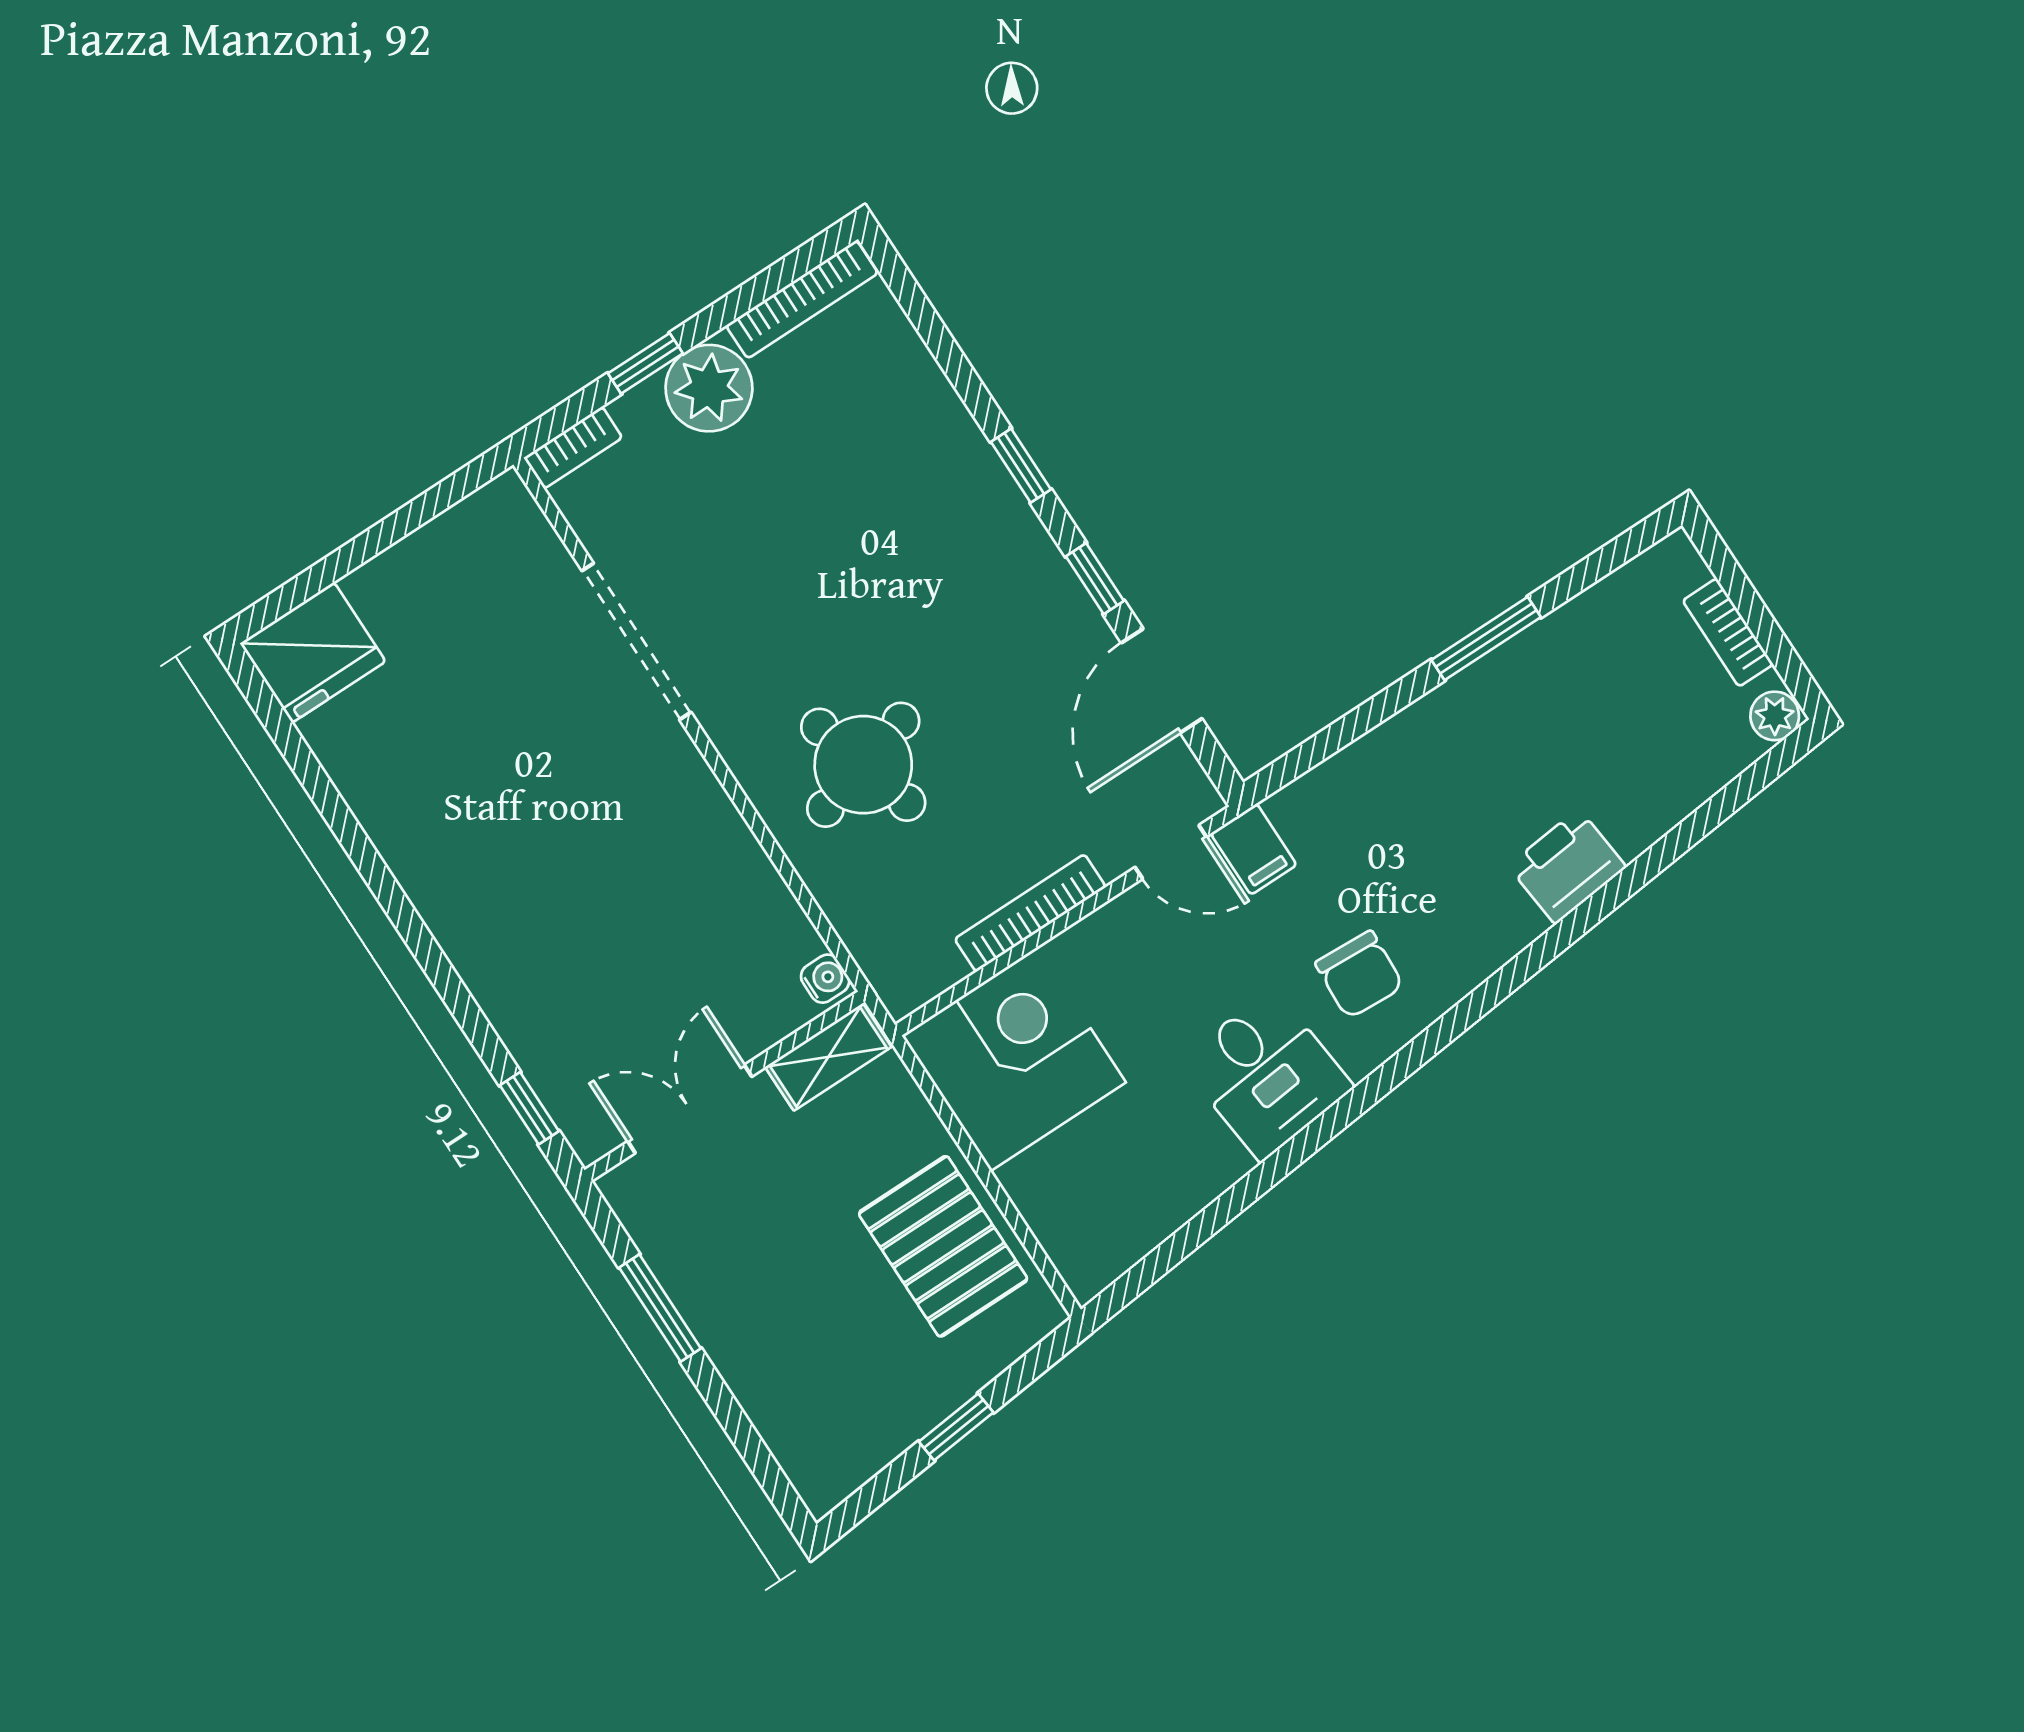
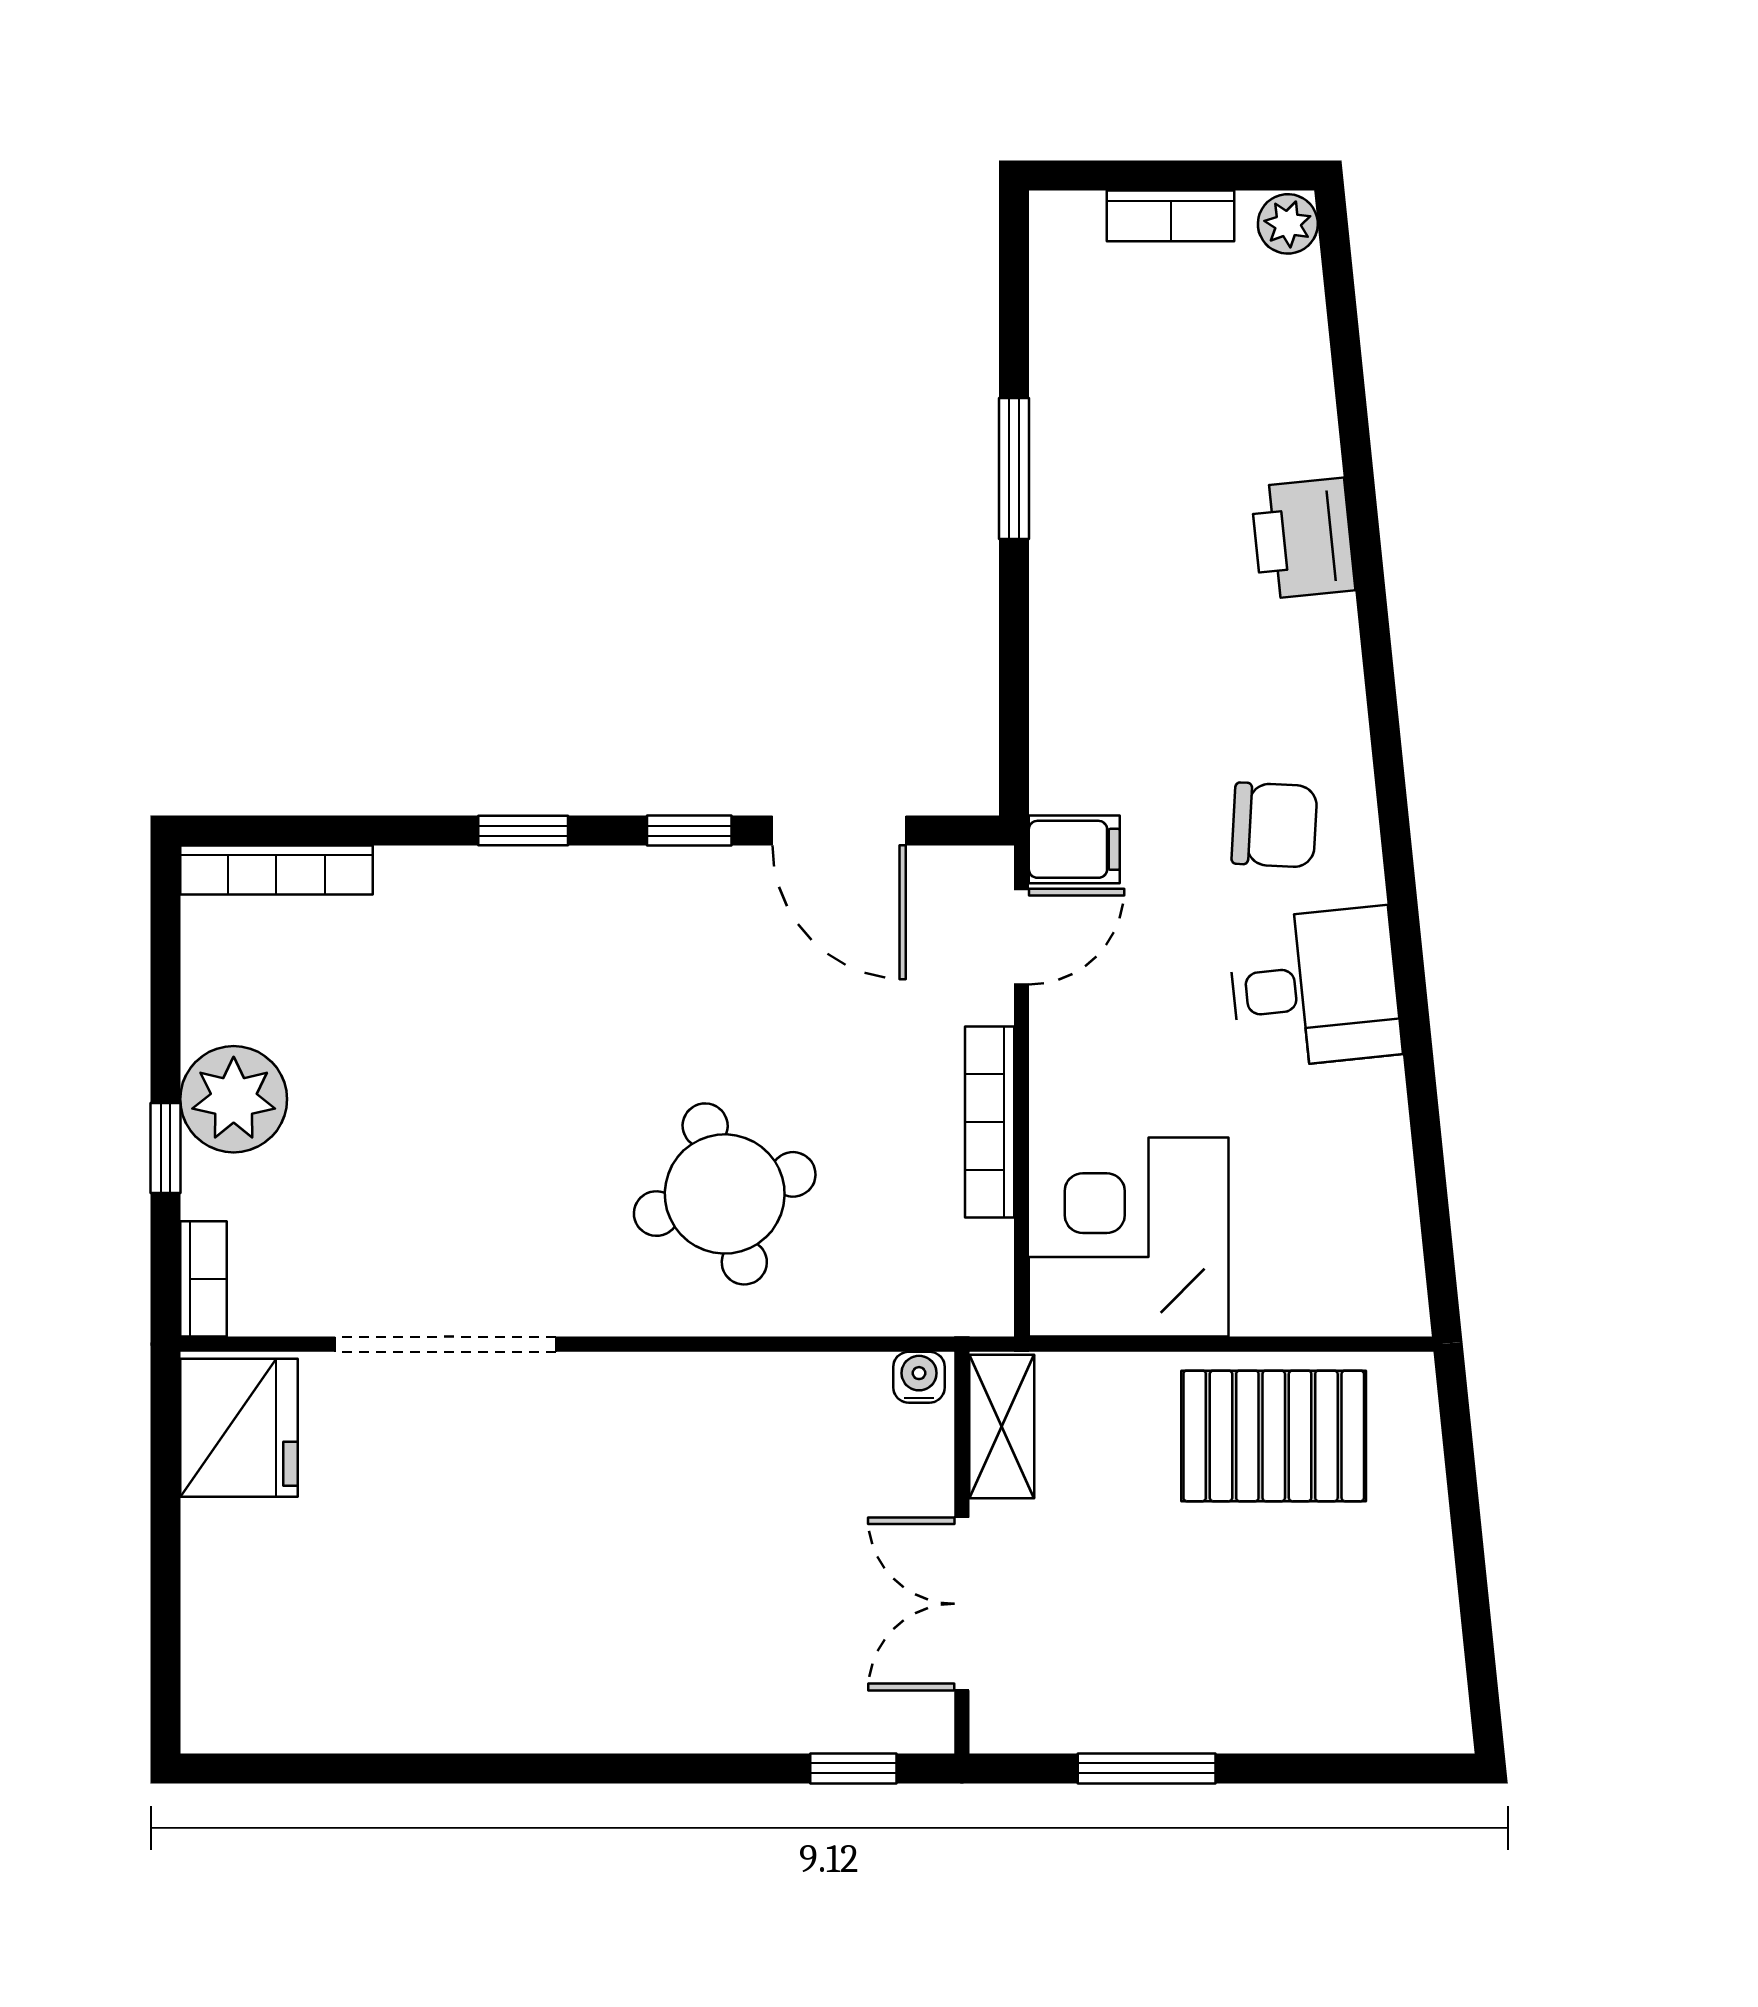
bookcase: (802, 299) -> (276, 870), moved, turned 90
fridge: (313, 652) -> (239, 1428), moved
window: (956, 1427) -> (1468, 1544), removed

